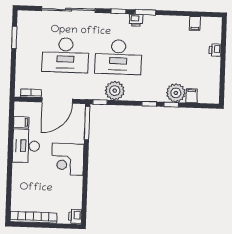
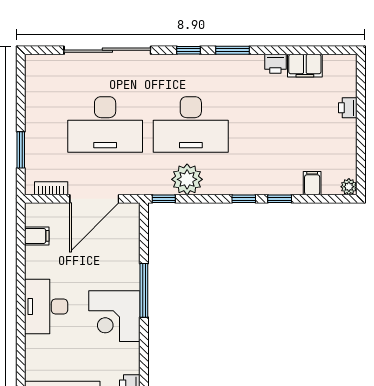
printer: (136, 20) -> (275, 64), moved
filing cabinet: (195, 23) -> (305, 66), width x2.00
window: (14, 37) -> (21, 150), moved
plant: (176, 93) -> (349, 187), moved, width x0.53, depth x0.53
window: (87, 123) -> (144, 290), moved
desk: (26, 146) -> (46, 307), moved
corner desk: (68, 159) -> (114, 316), moved

